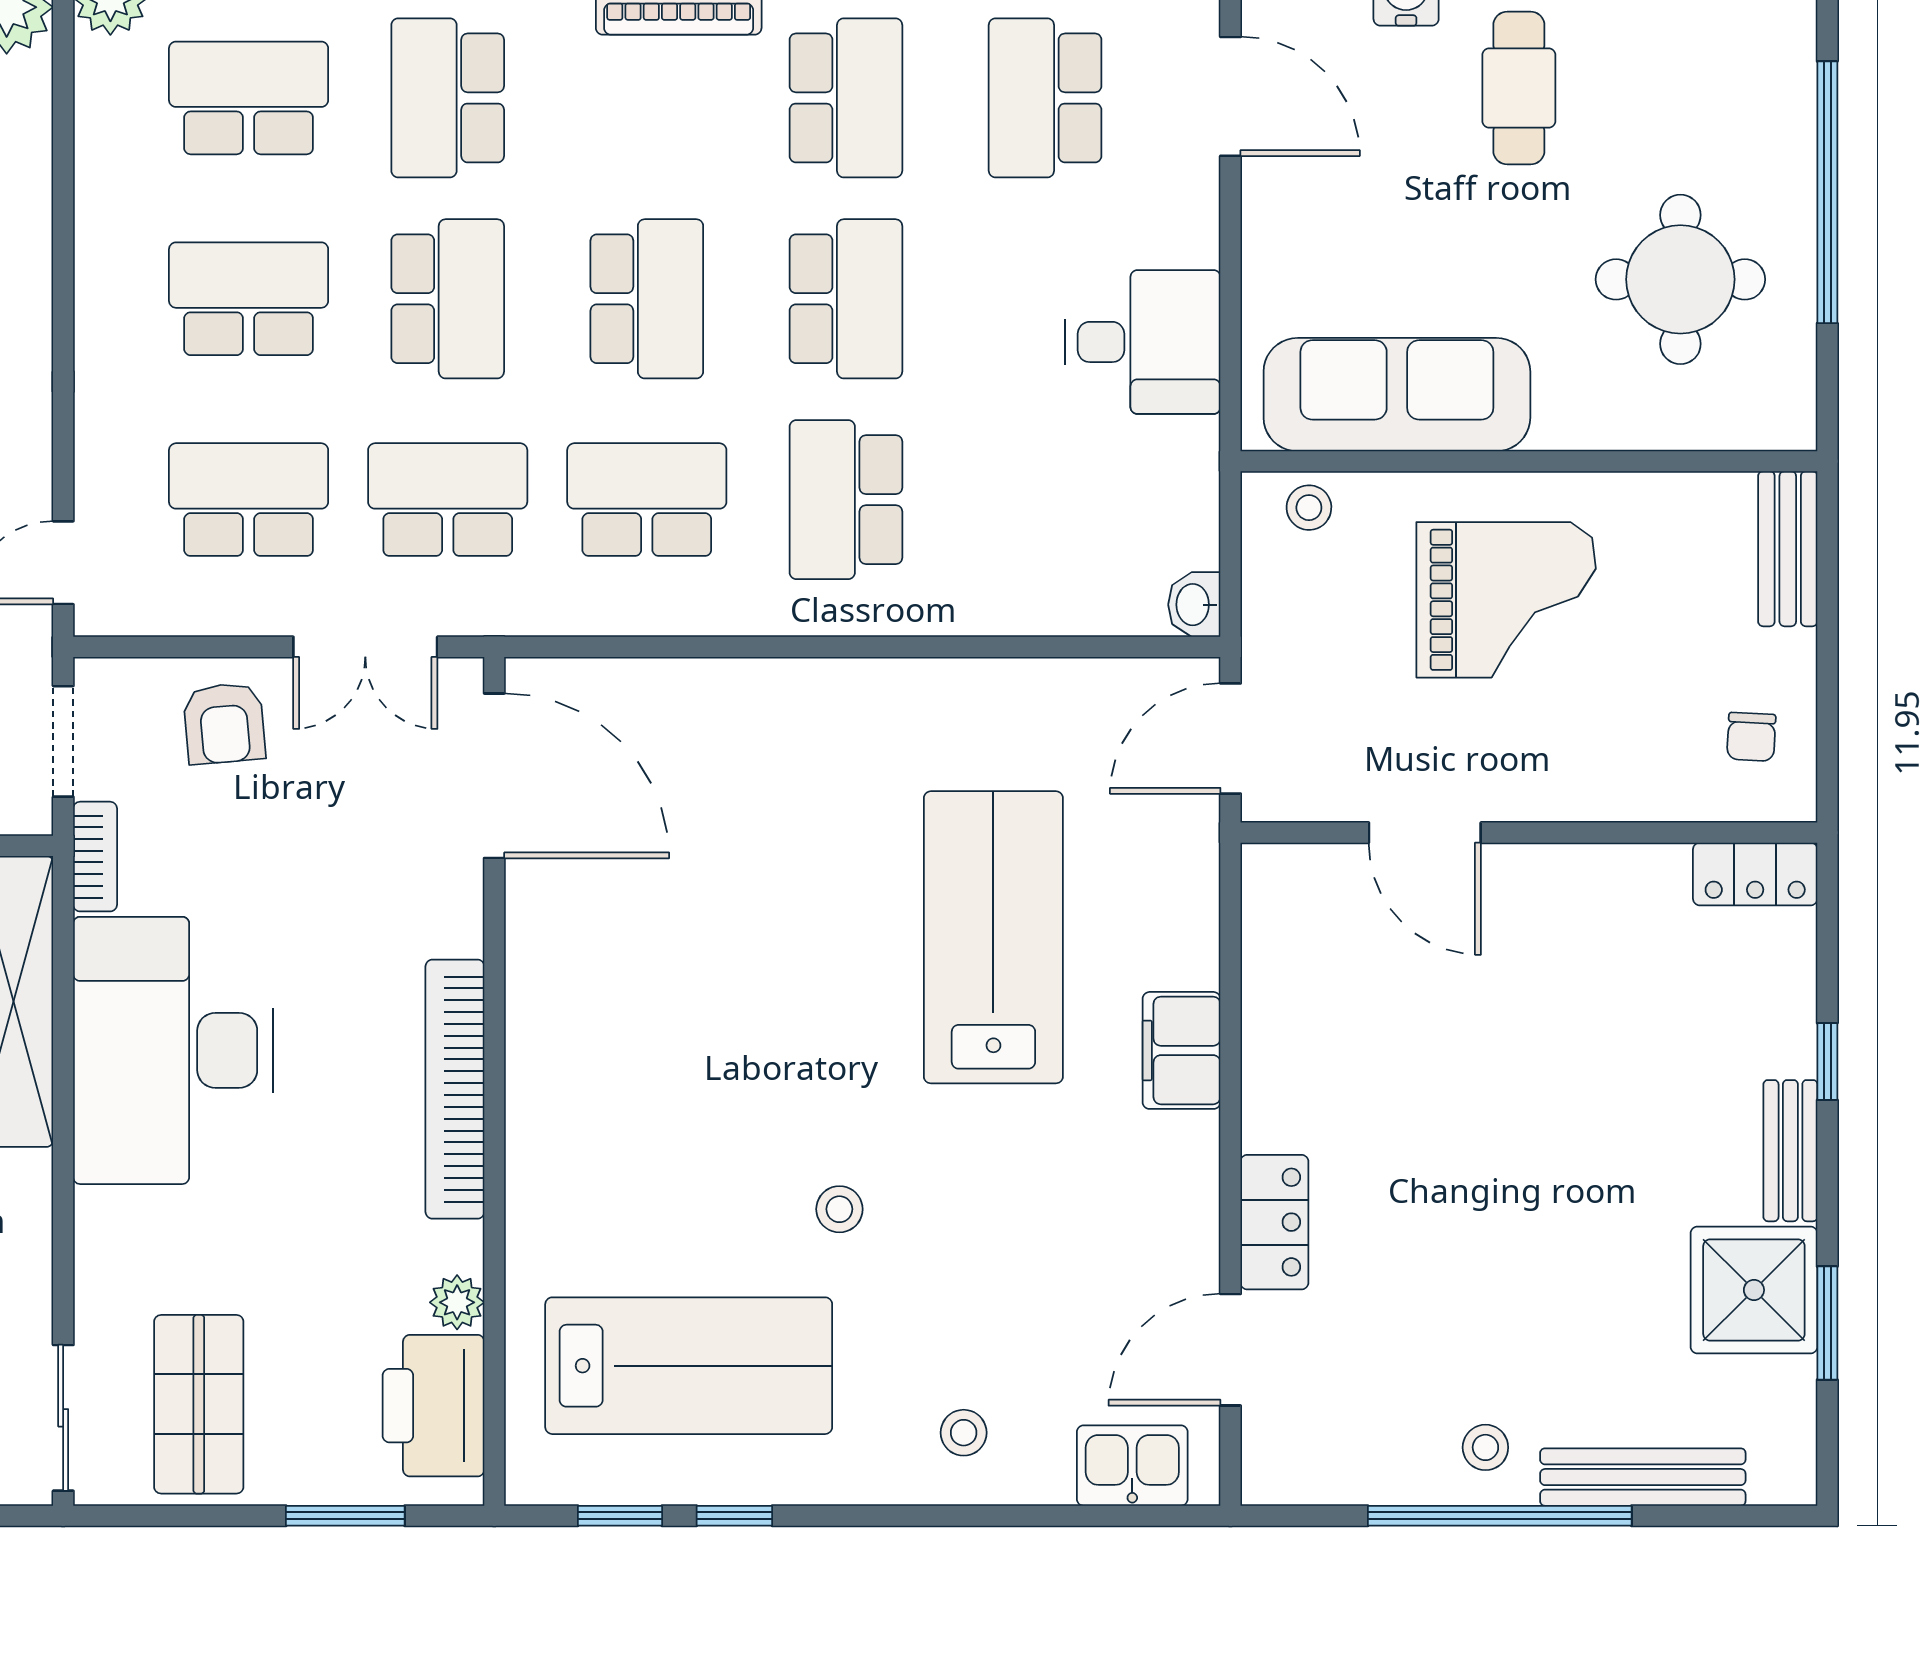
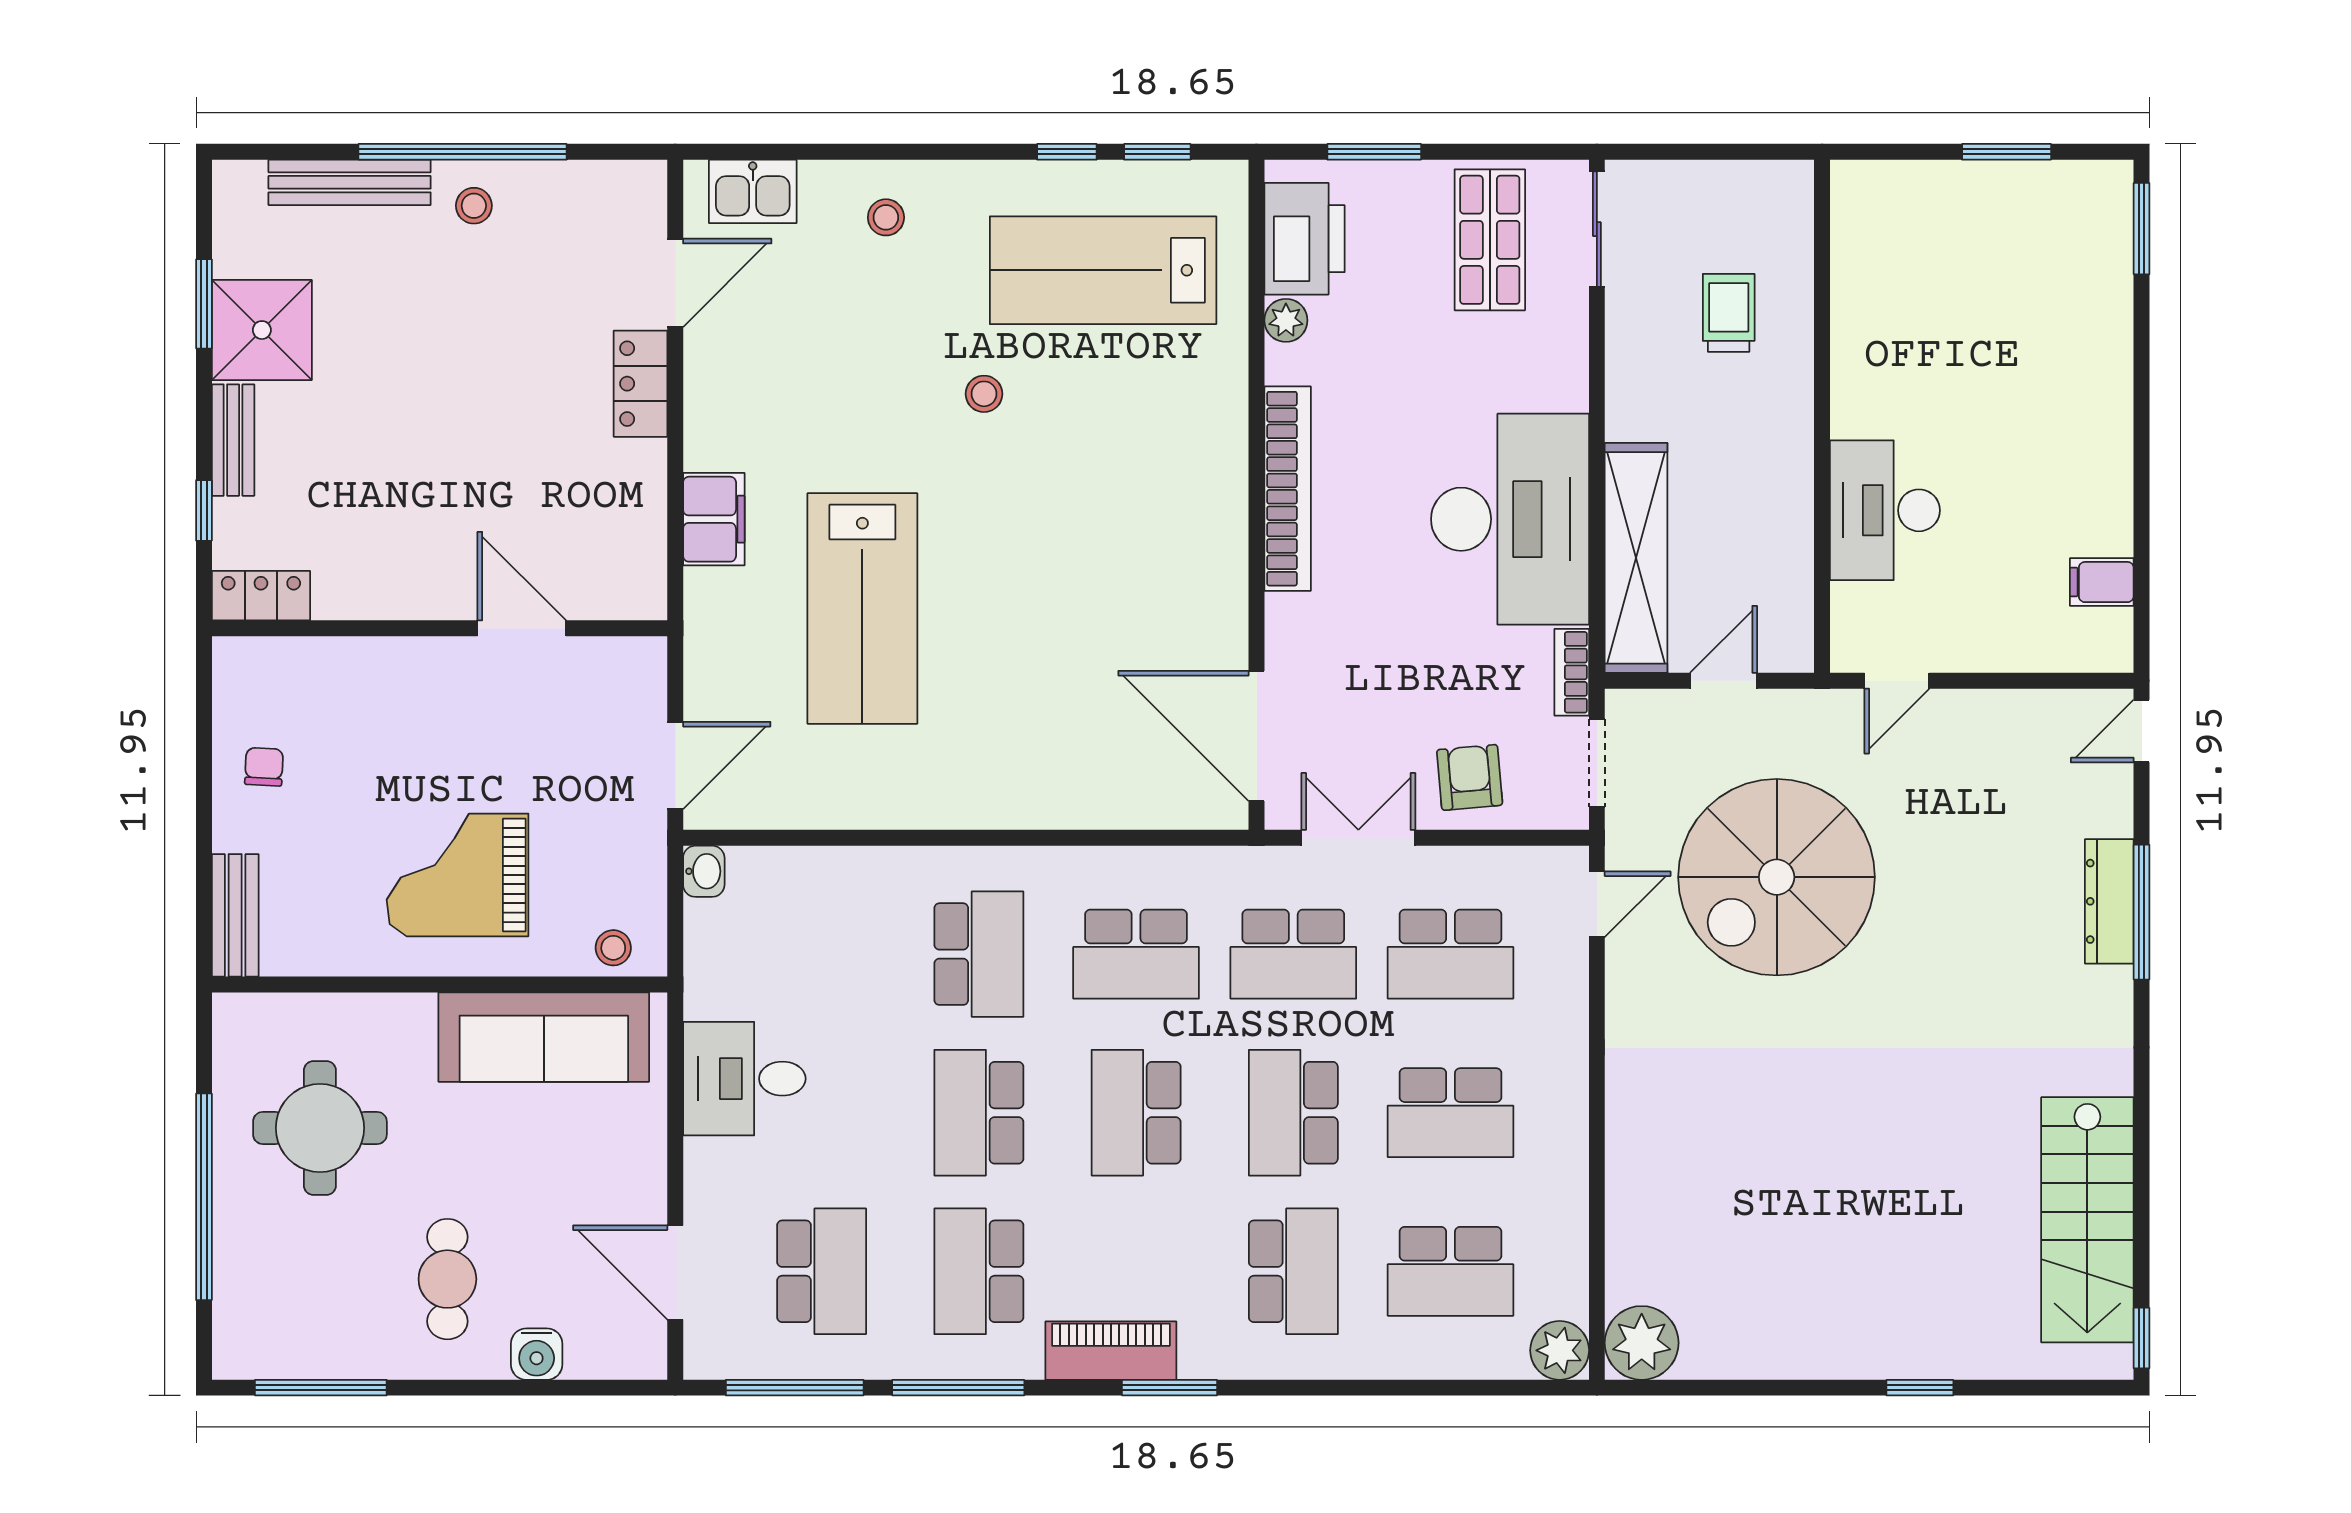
door: (1425, 833) -> (522, 628), moved
wall: (1529, 833) -> (440, 628), moved
locker: (1755, 874) -> (261, 596), moved

